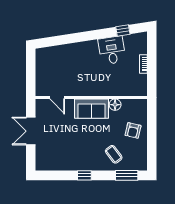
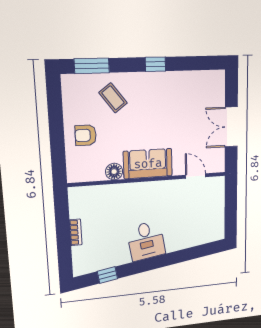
desk: (112, 50) -> (146, 241), moved
armchair: (133, 130) -> (86, 135), turned -103
double door: (31, 131) -> (231, 127), swing flipped

